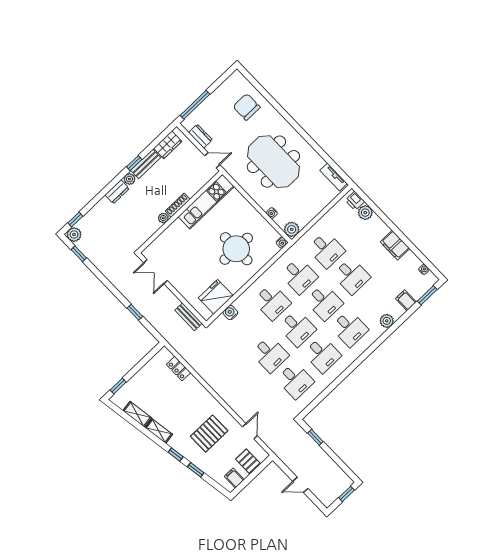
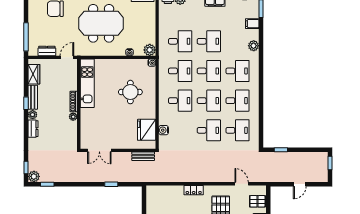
round table: (236, 249) -> (130, 92), width x0.73, depth x0.73
locker: (178, 369) -> (194, 190), moved

